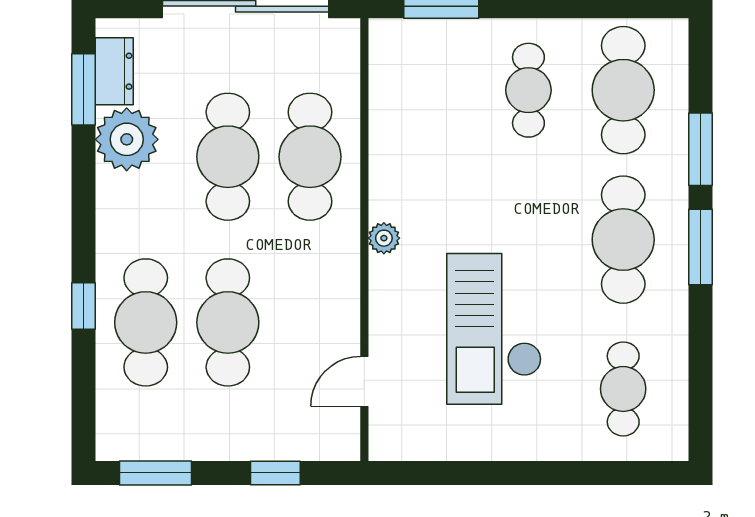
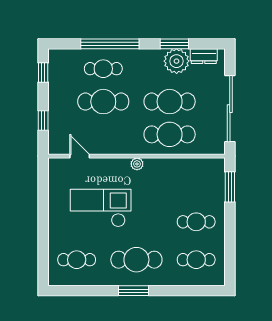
window: (83, 89) -> (174, 44), moved
cafe table: (623, 90) -> (196, 260), width x0.73, depth x0.74
window: (701, 149) -> (173, 291), removed
window: (83, 306) -> (110, 44), width x3.17
cafe table: (146, 322) -> (103, 69), width x0.73, depth x0.74
window: (155, 473) -> (43, 73), width x0.67

